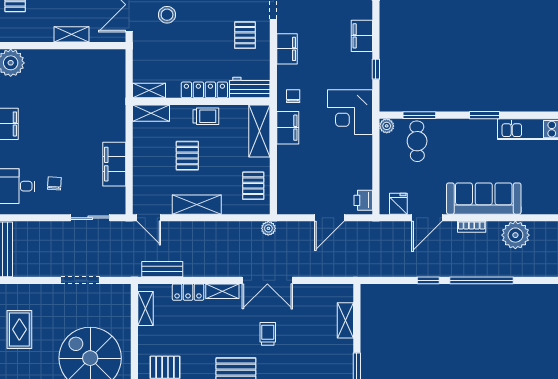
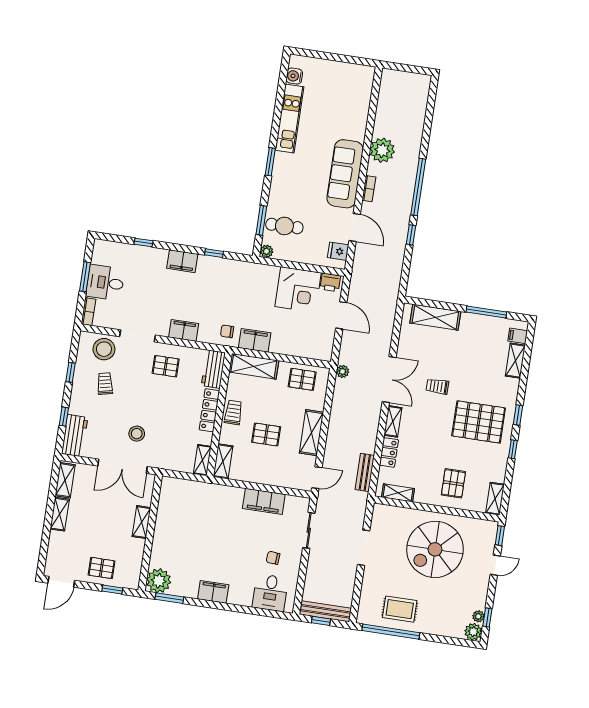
corner desk: (350, 112) -> (298, 290), moved
shelving: (345, 320) -> (435, 317), width x1.50, depth x1.33

